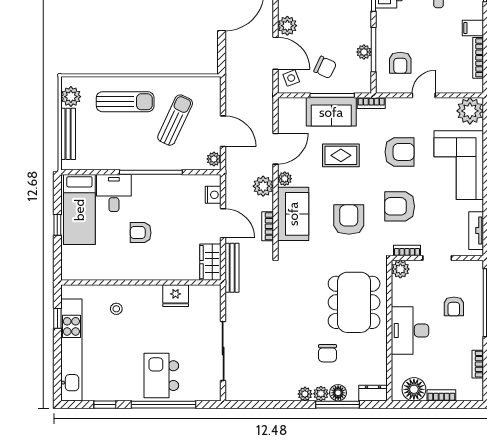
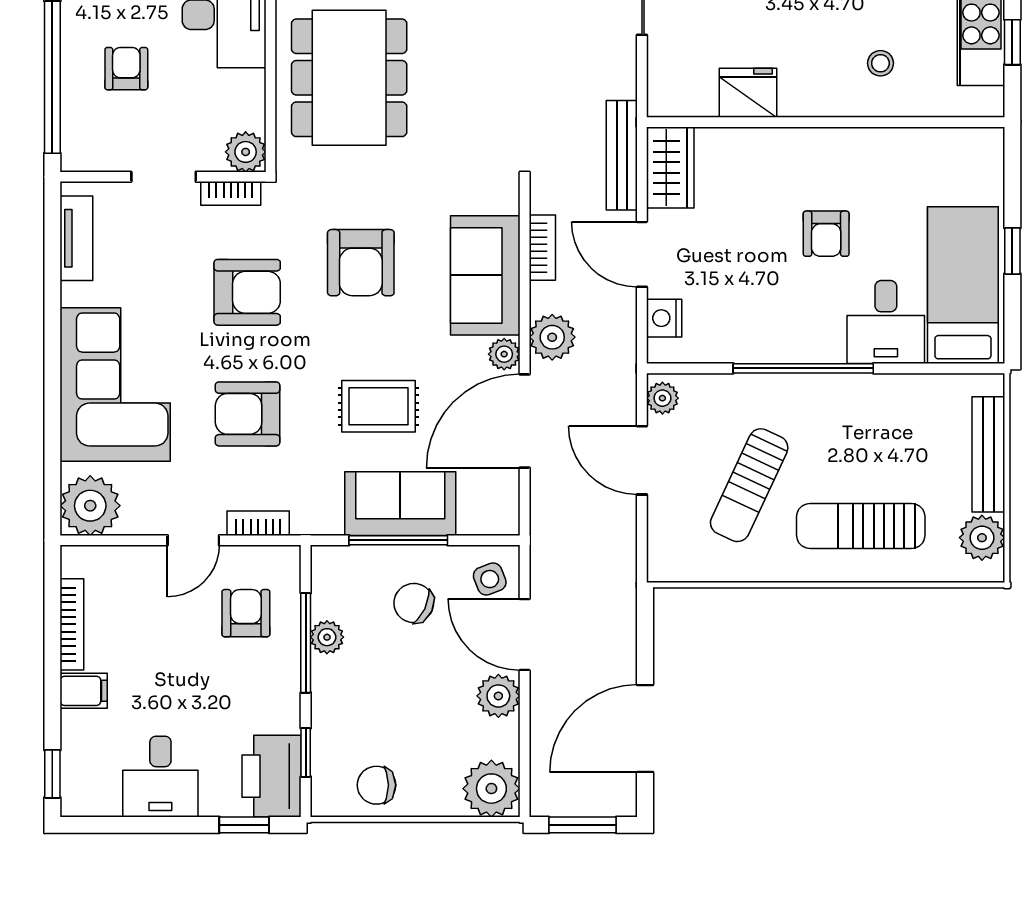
bookcase: (371, 103) -> (258, 523), moved
door: (276, 149) -> (525, 421), width x1.36
armchair: (141, 233) -> (826, 234), turned 90

